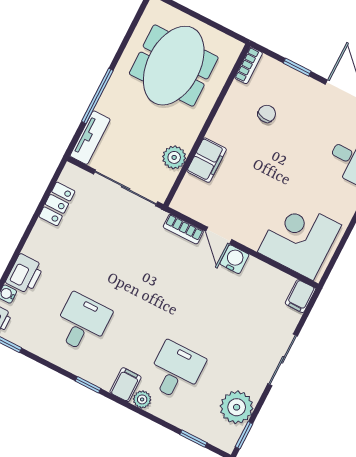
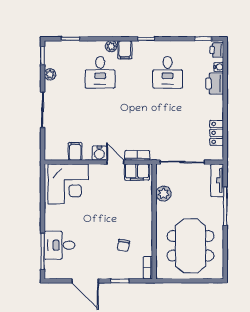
filing cabinet: (207, 160) -> (137, 172), moved, turned -90
filing cabinet: (300, 296) -> (75, 151), moved
plant: (237, 407) -> (50, 74), width x0.53, depth x0.53

